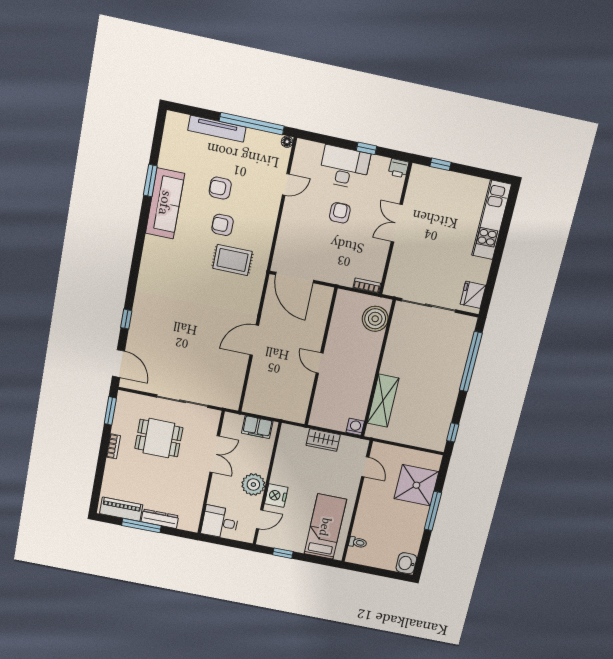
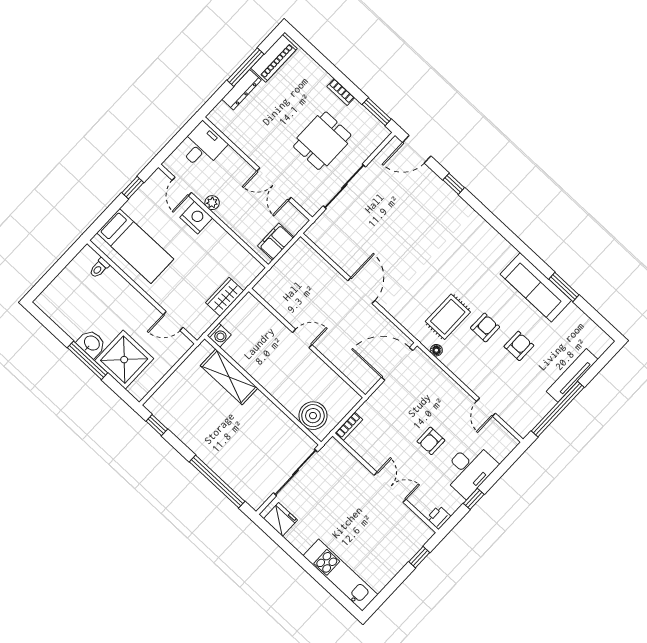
floor lamp: (287, 142) -> (436, 350), moved
armchair: (340, 213) -> (431, 441), turned 90
plant: (253, 485) -> (212, 203), width x0.53, depth x0.53
washbasin: (406, 563) -> (91, 343), moved

